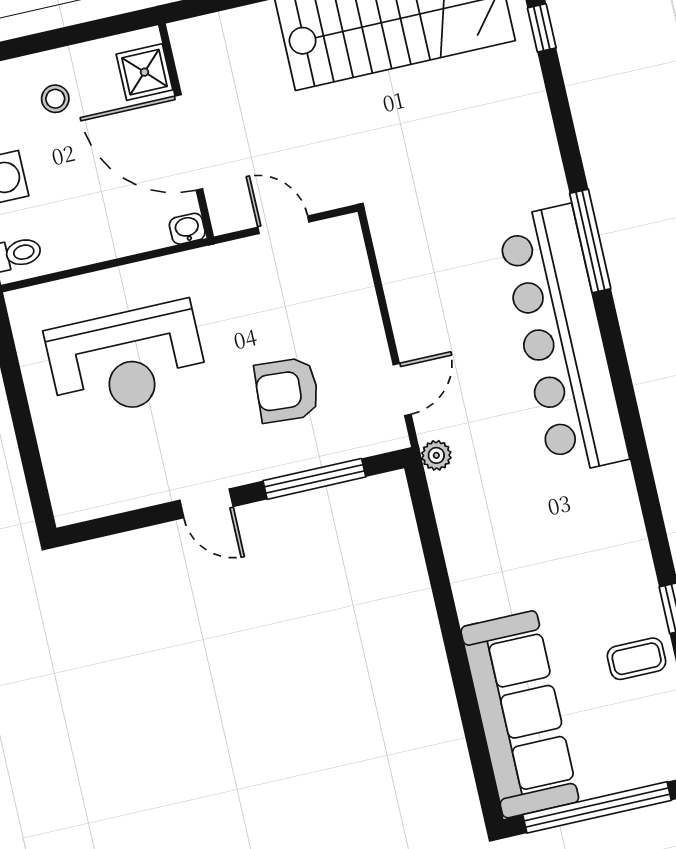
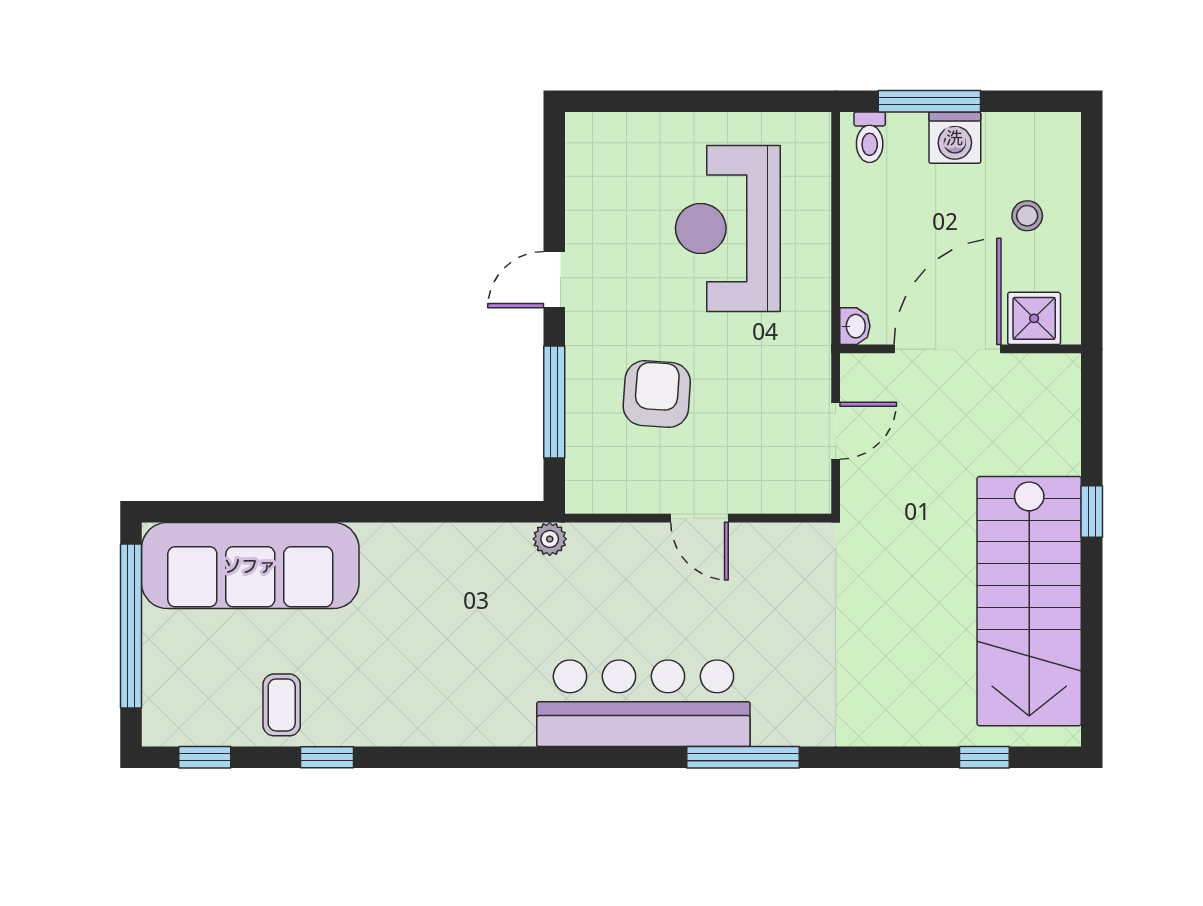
bar counter: (563, 340) -> (643, 703), width x0.73
door: (402, 390) -> (699, 518), moved

